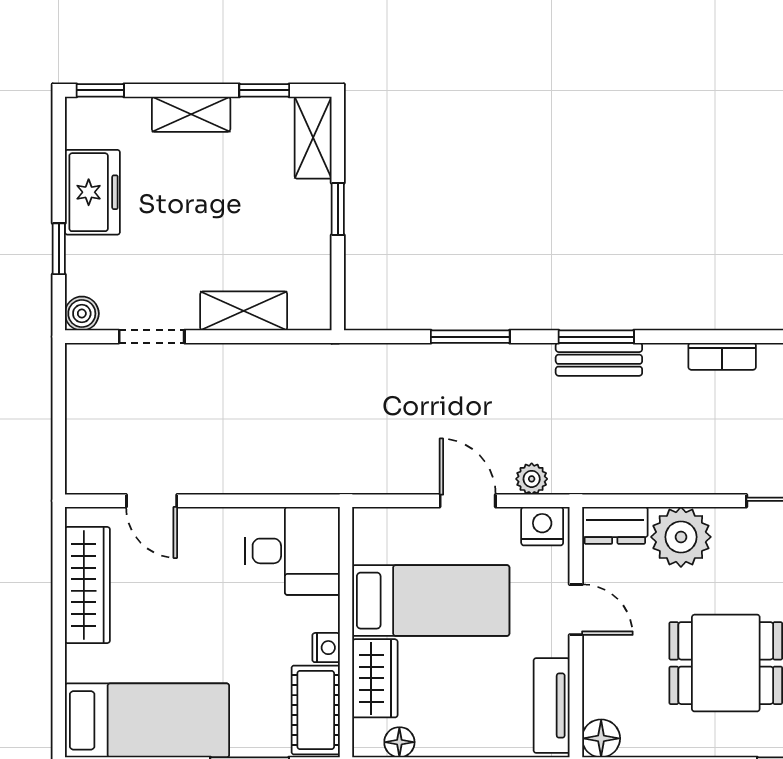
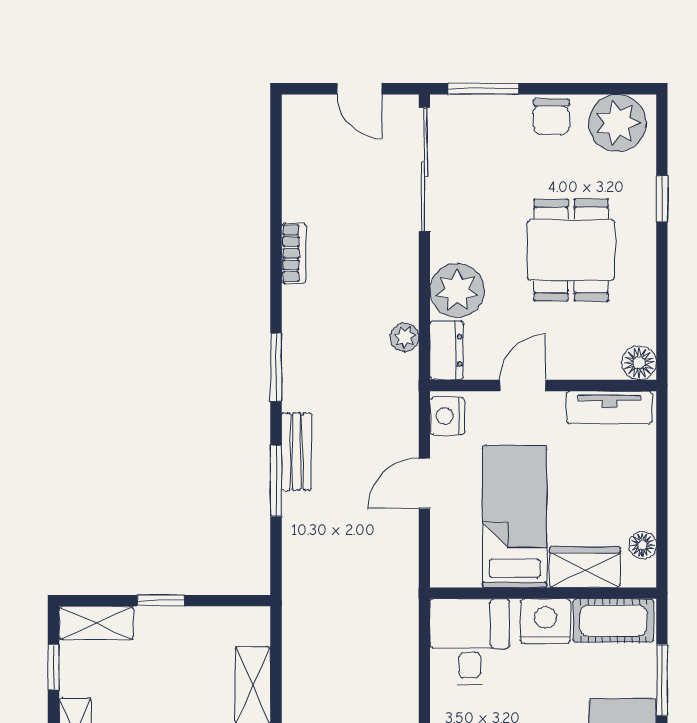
bench: (599, 359) -> (297, 451), moved
plant: (532, 479) -> (405, 337), moved
nightstand: (326, 648) -> (545, 621), width x1.89, depth x1.79

